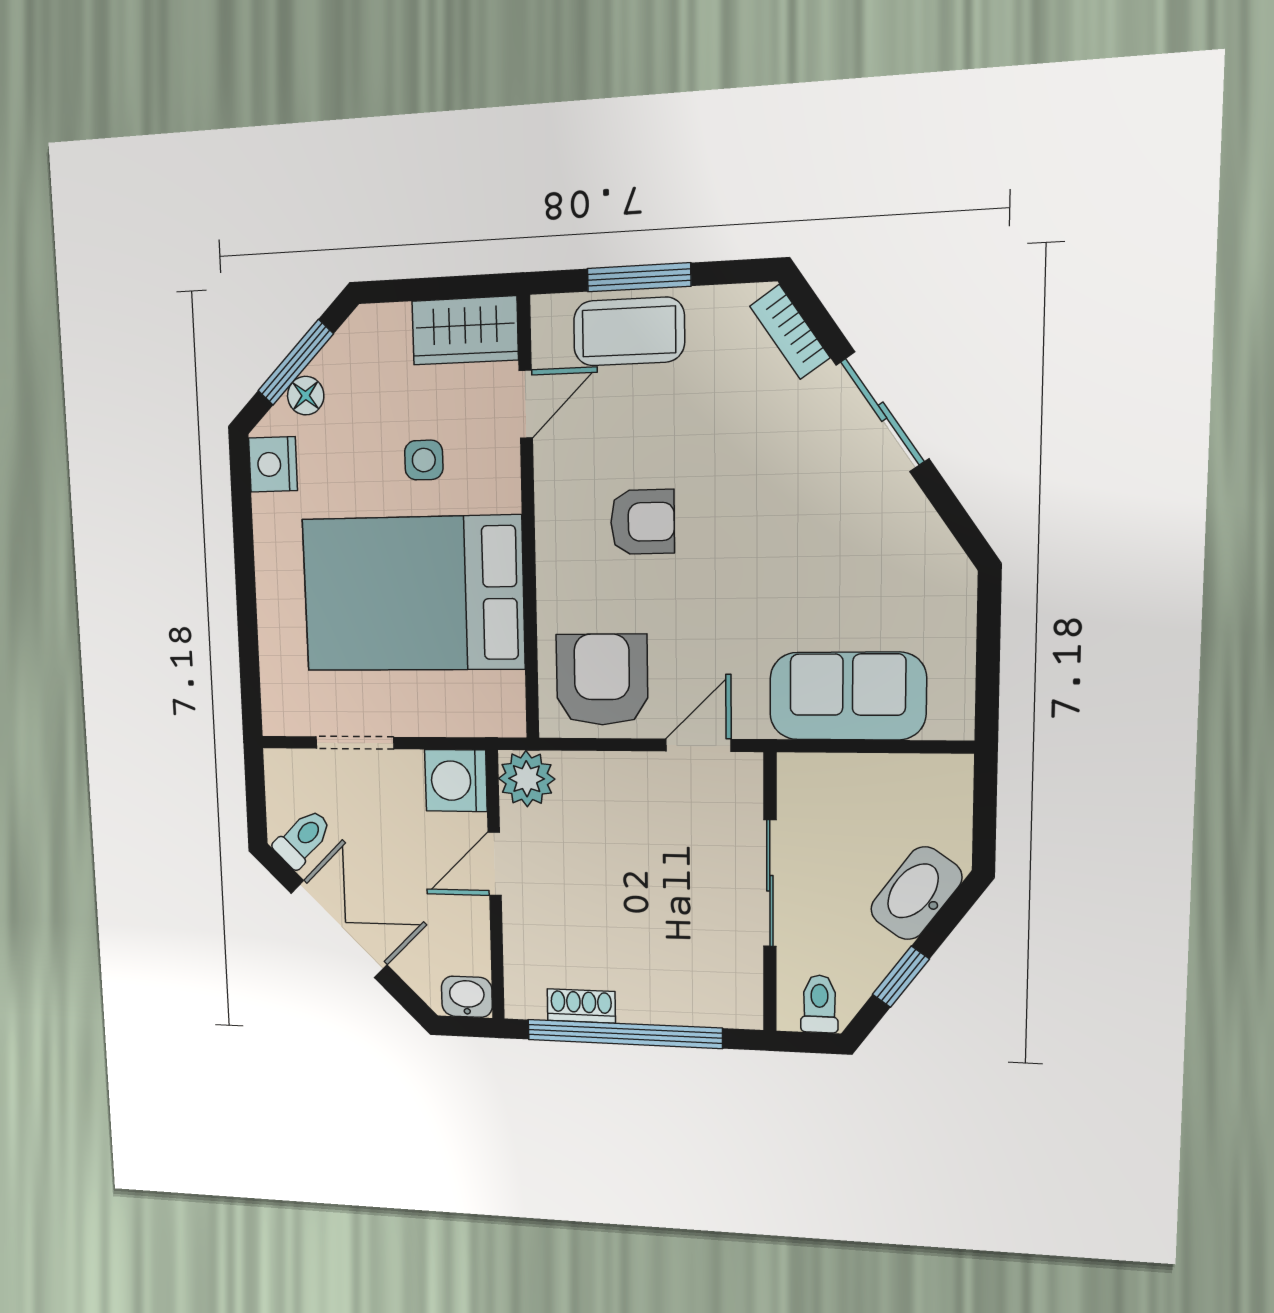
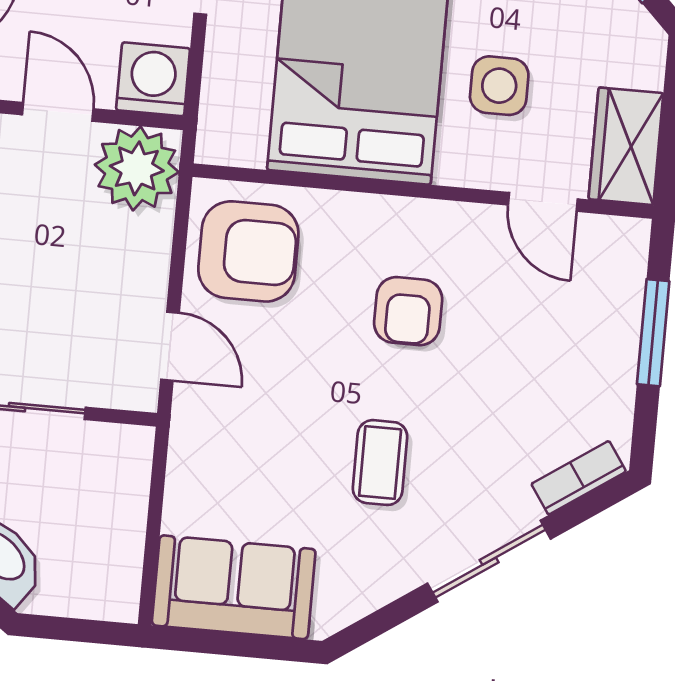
coffee table: (629, 331) -> (380, 463), moved, width x0.73, depth x0.77
side table: (424, 460) -> (499, 86), width x1.37, depth x1.37
sofa: (848, 696) -> (234, 587), moved, turned -90
plant: (527, 779) -> (137, 168), width x1.36, depth x1.36

